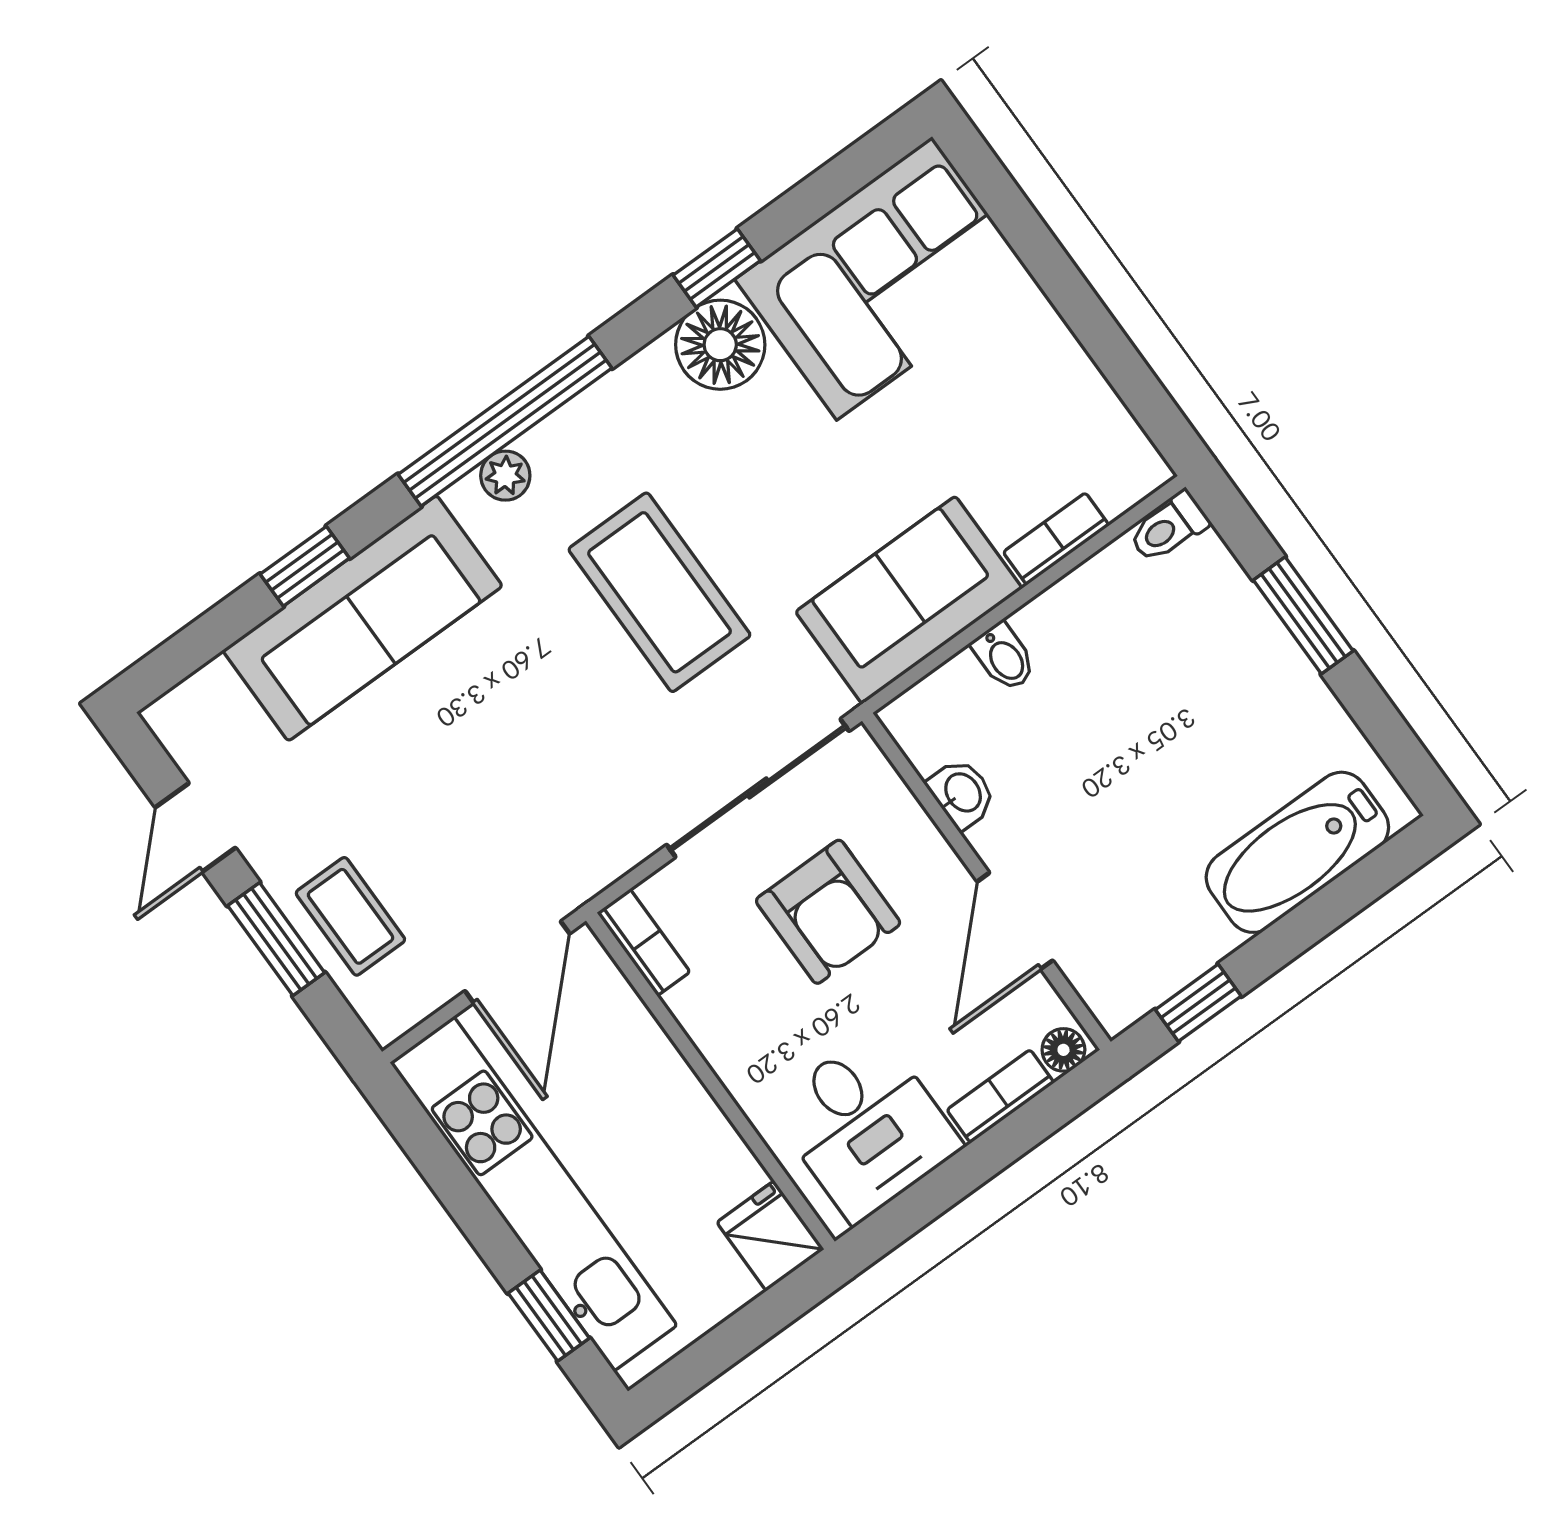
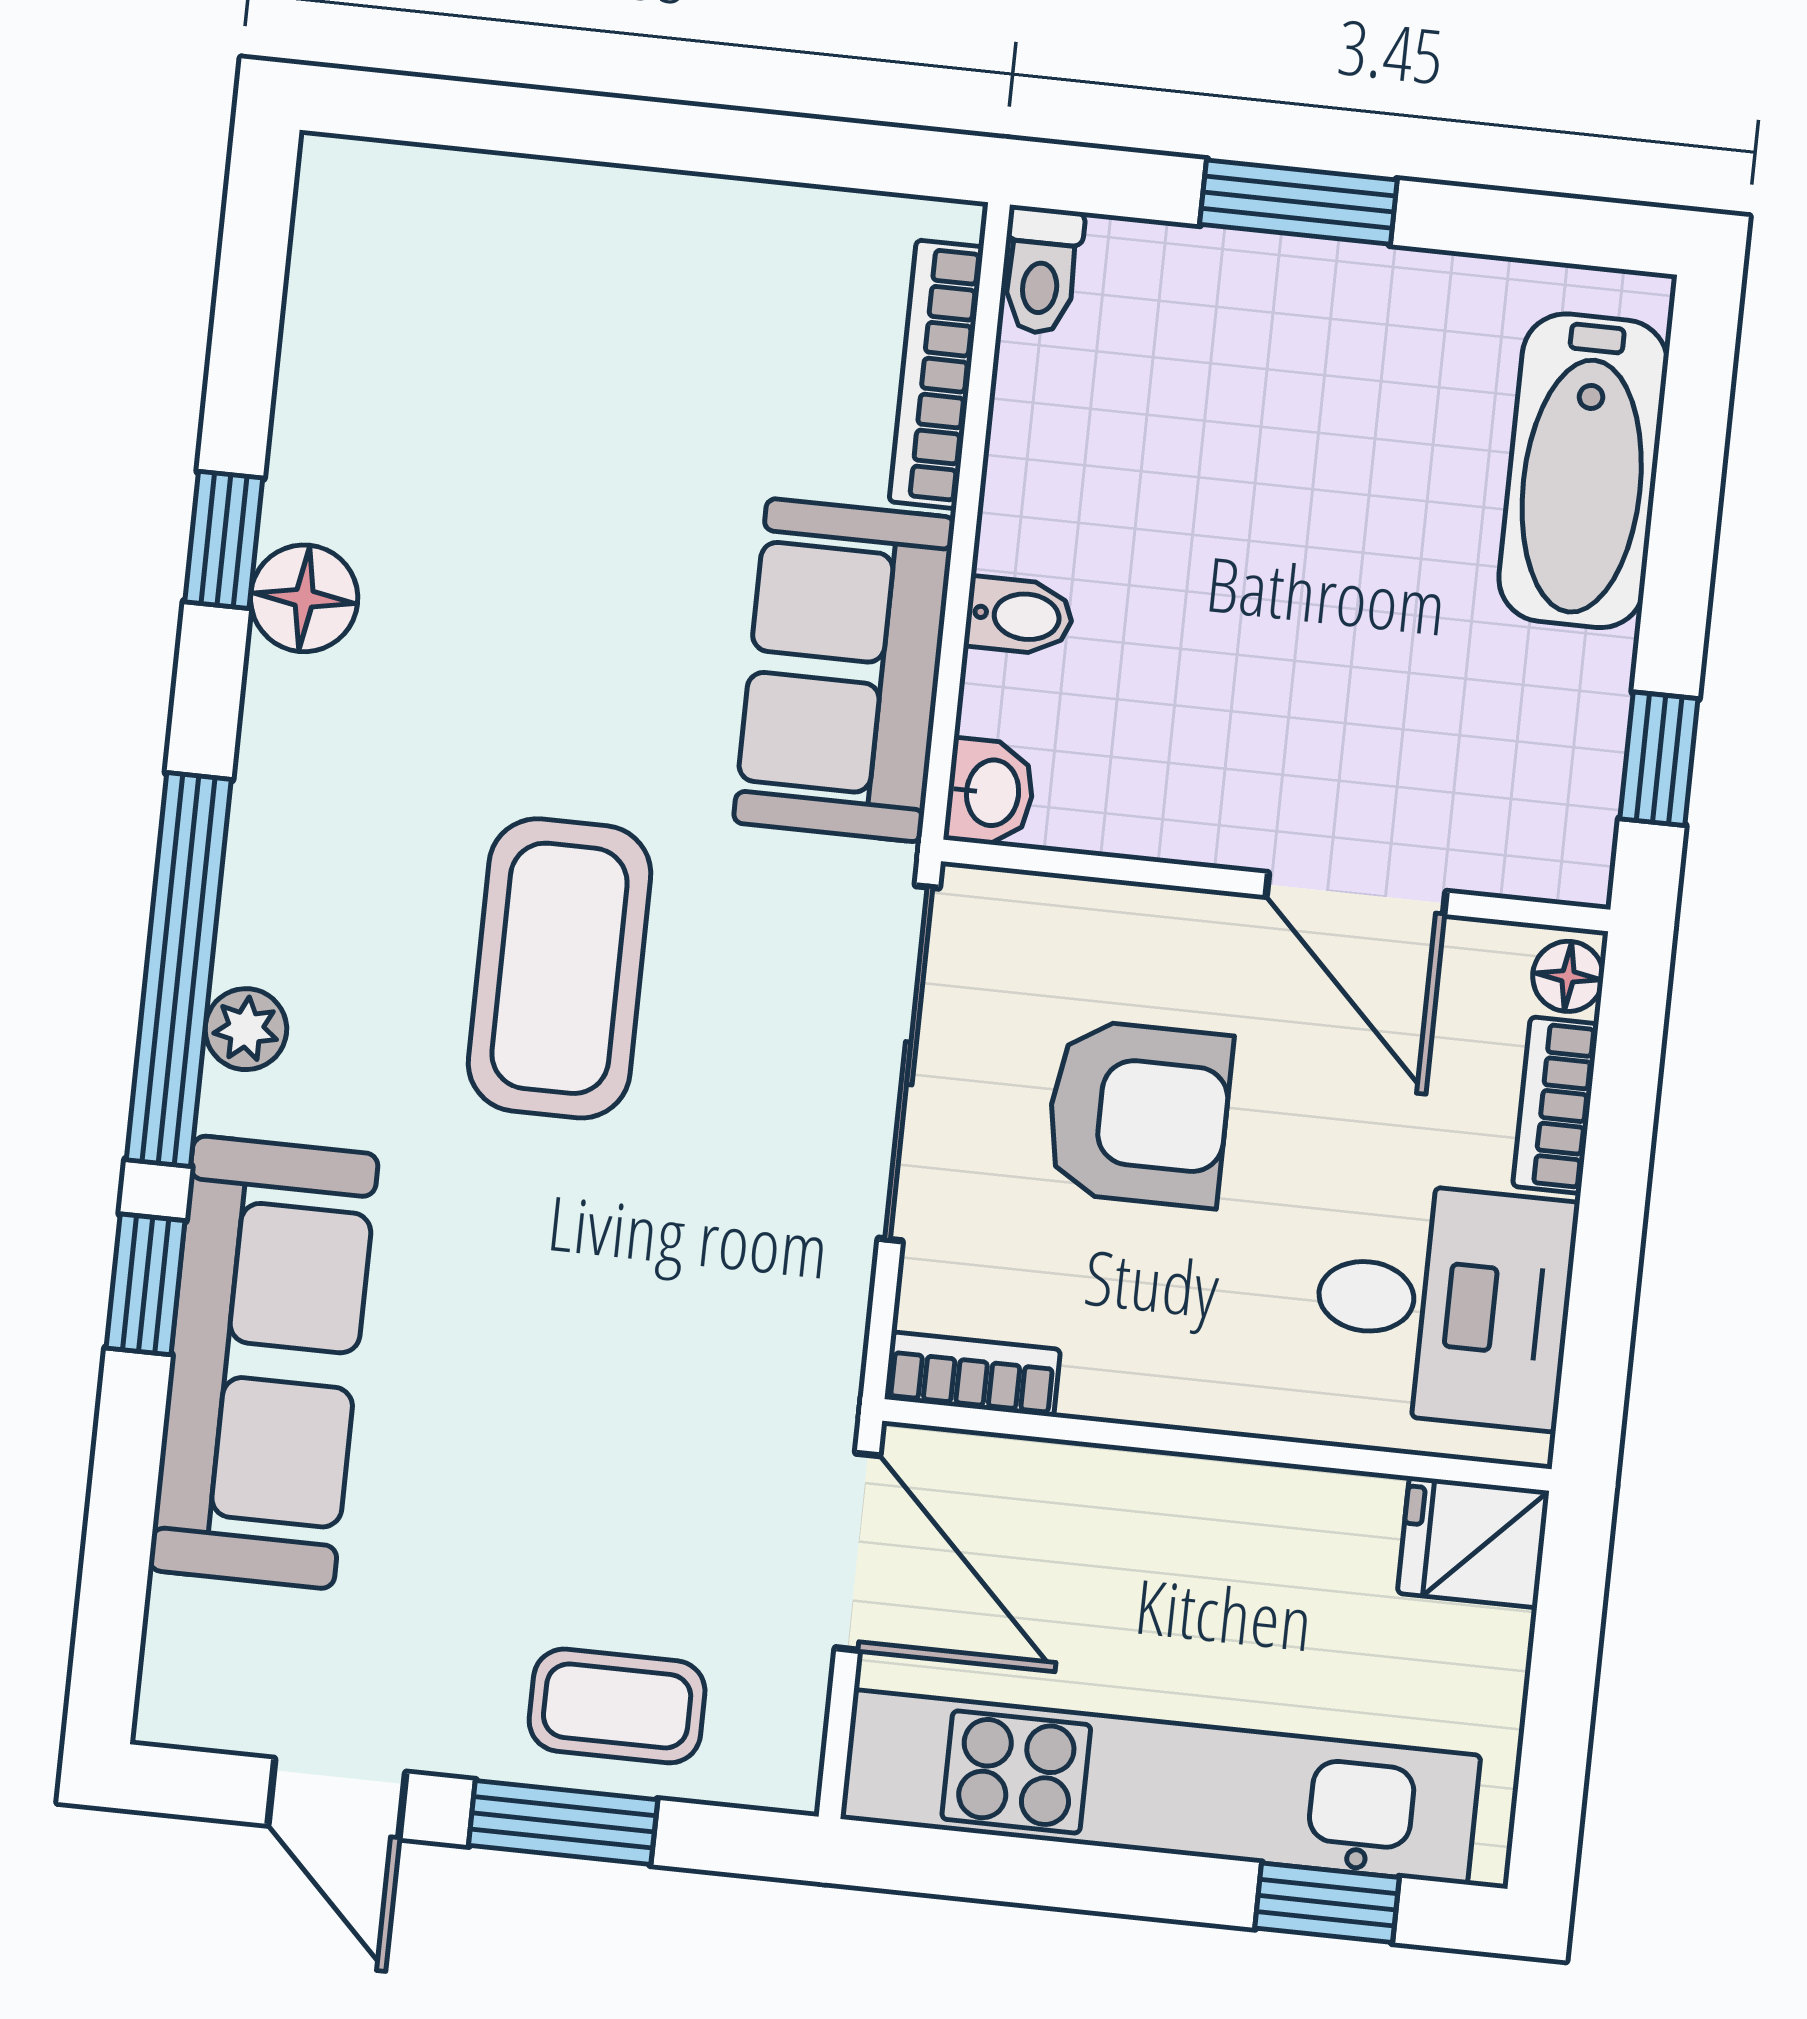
corner sofa: (884, 278) -> (422, 345), removed
floor lamp: (720, 345) -> (304, 598), width x0.73, depth x0.73
bookcase: (1056, 539) -> (936, 374), width x1.56
window: (305, 566) -> (146, 1284), moved
coffee table: (659, 592) -> (559, 968), turned 90
washbasin: (962, 793) -> (990, 793), moved, turned 90

